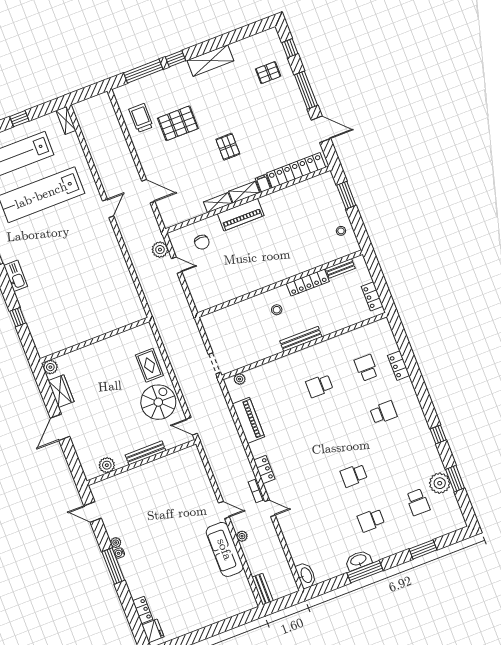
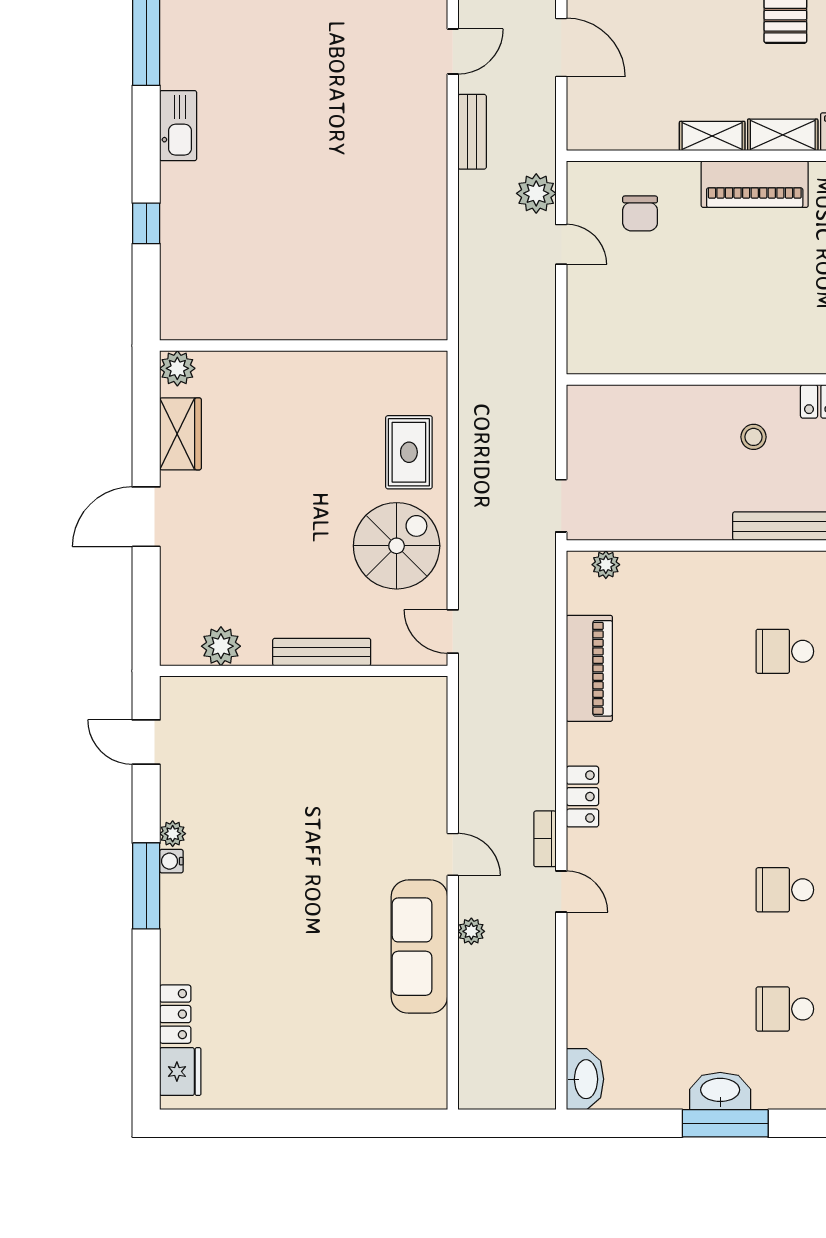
bench: (263, 589) -> (472, 132), moved

